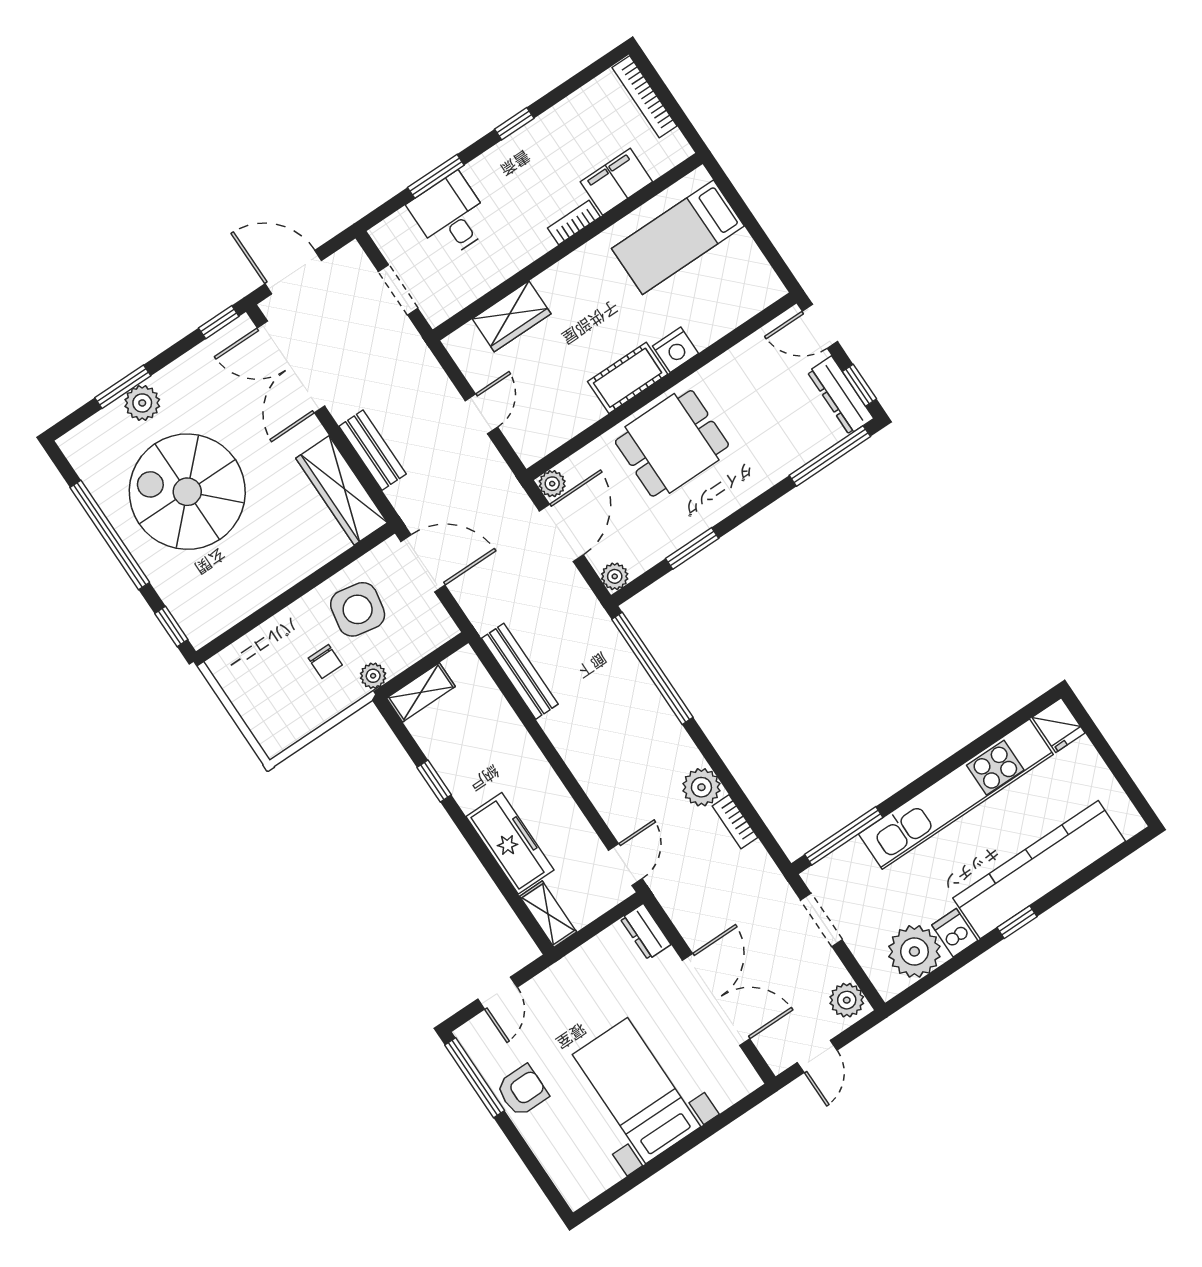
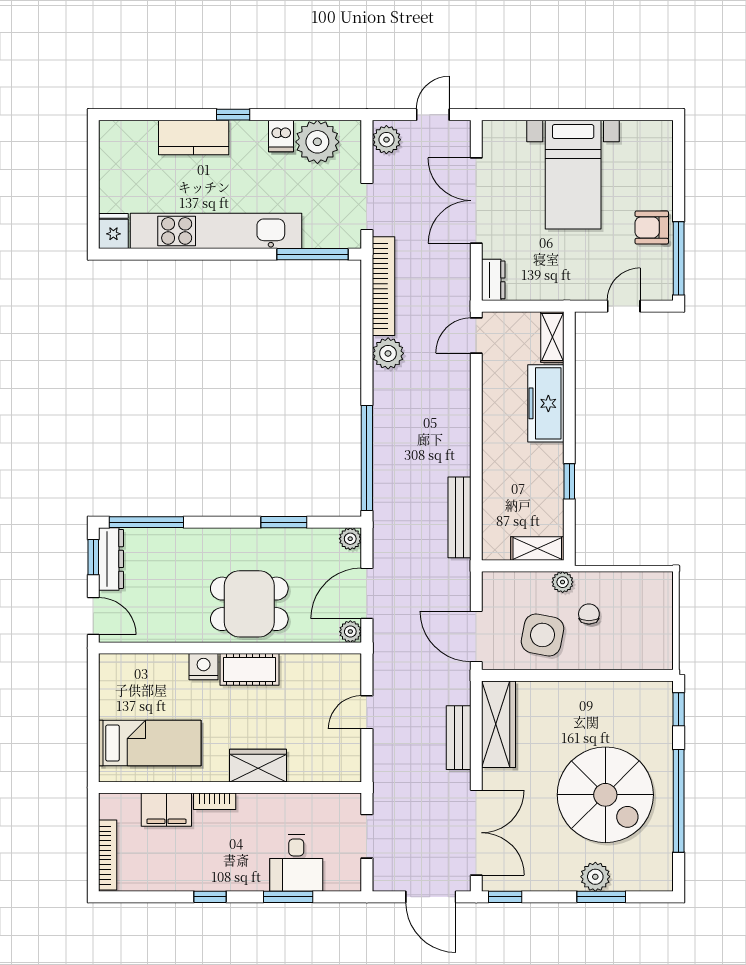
wardrobe: (512, 316) -> (258, 766), moved
bookcase: (735, 822) -> (384, 286), width x2.31, depth x1.31
kitchen counter: (1039, 870) -> (194, 138), width x0.48, depth x0.86

